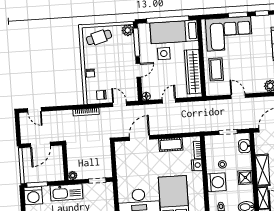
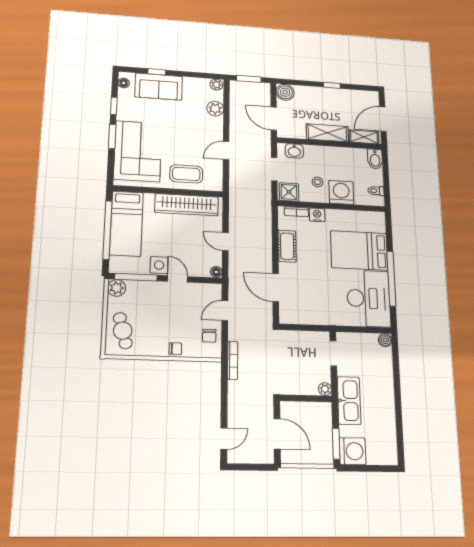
side table: (164, 54) -> (159, 265), moved
shower: (245, 177) -> (289, 192), moved

